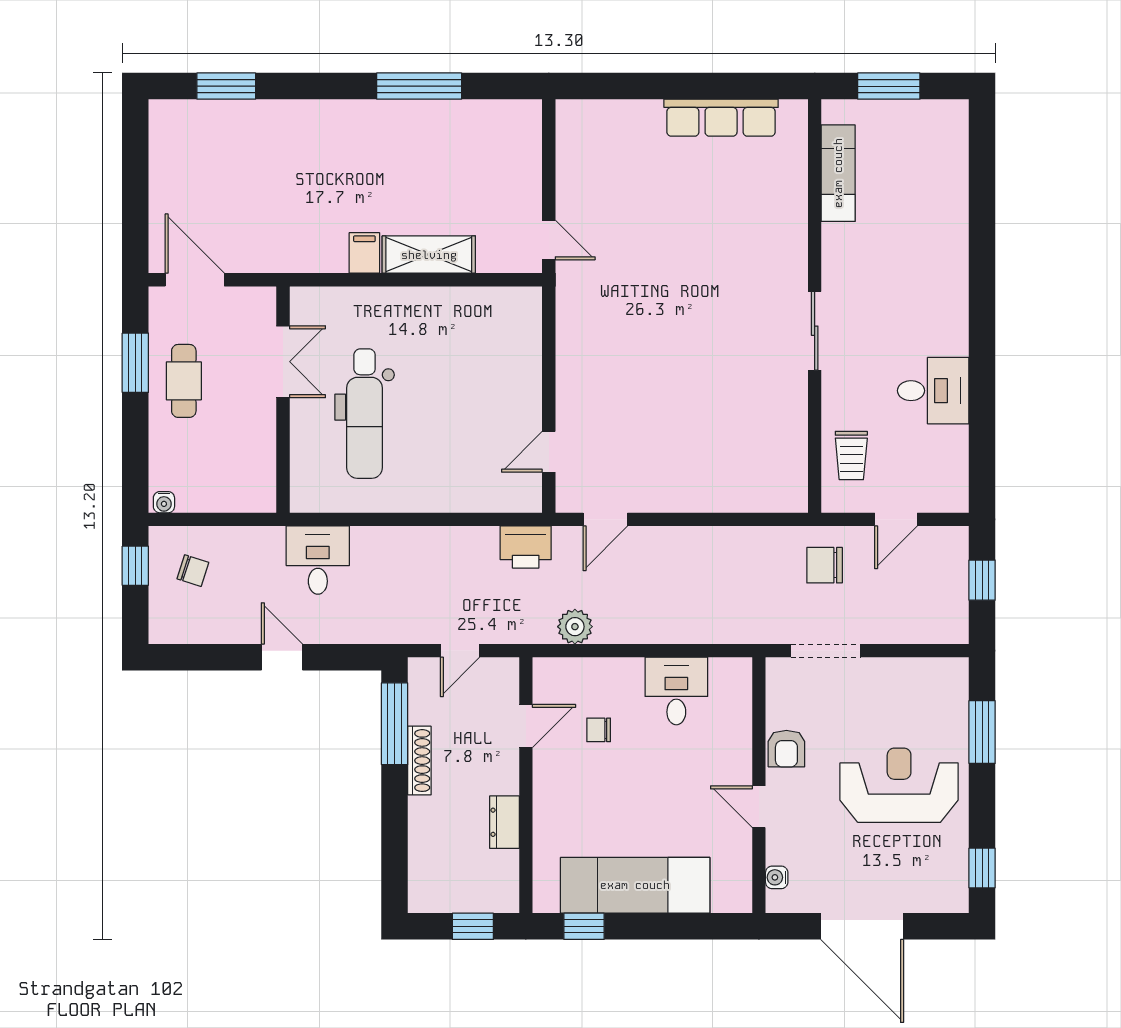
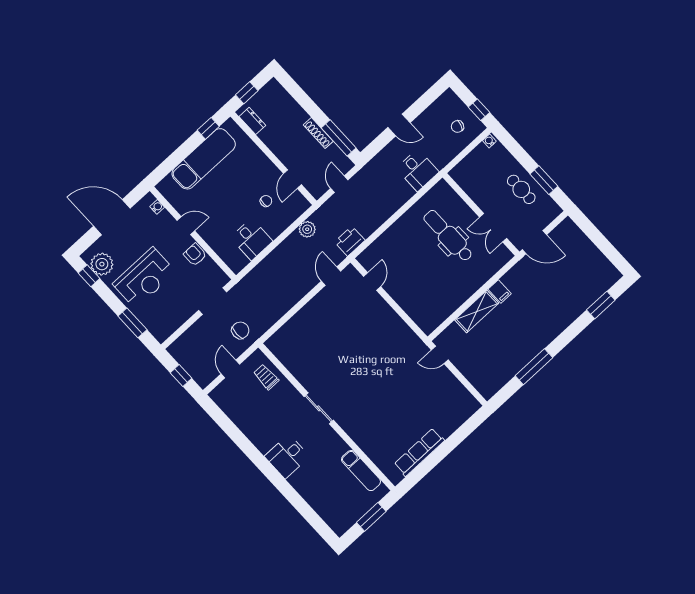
door: (195, 280) -> (534, 242), moved
desk: (933, 391) -> (287, 456), moved
dresser: (505, 822) -> (252, 121), moved
plant: (945, 868) -> (102, 264), added

